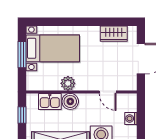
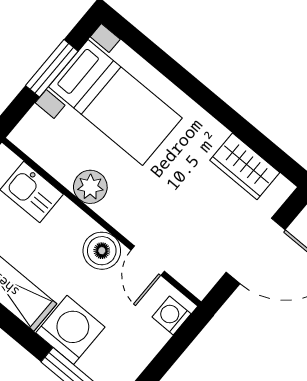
boiler: (70, 101) -> (102, 251), moved
washing machine: (131, 119) -> (171, 315), moved

